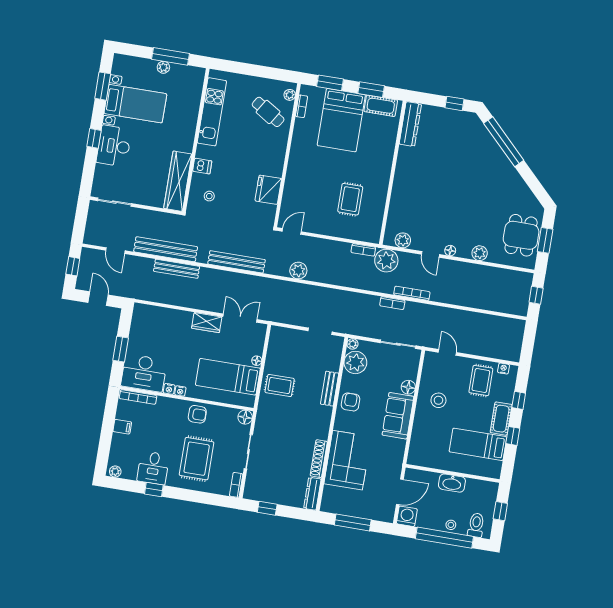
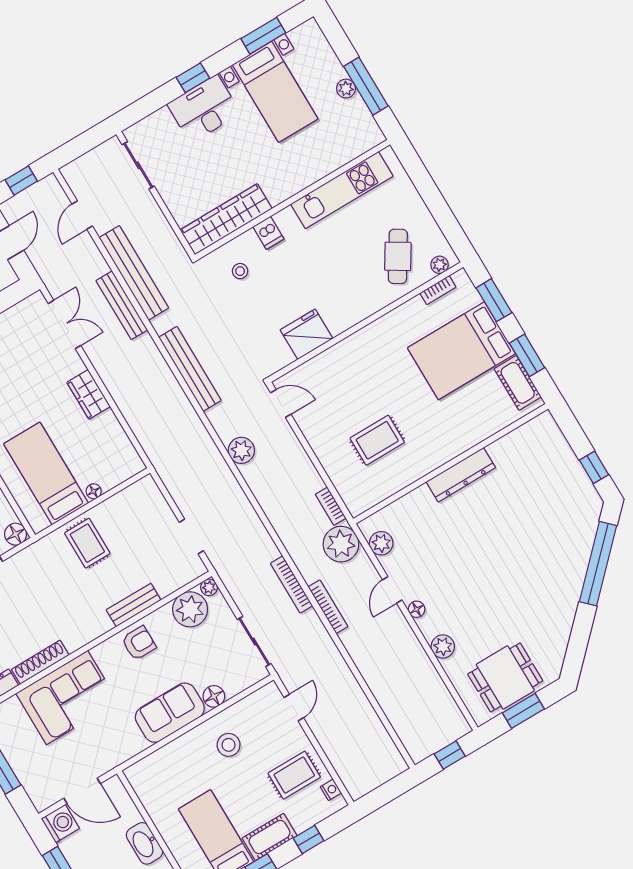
dresser: (410, 124) -> (461, 475), moved
bookcase: (392, 303) -> (292, 585), width x1.56
double door: (240, 318) -> (64, 324), moved

